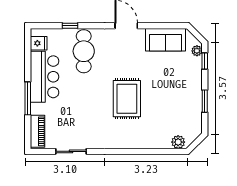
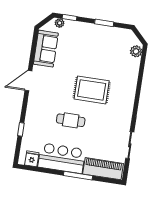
cafe table: (84, 51) -> (71, 120), moved, width x0.73, depth x0.74
piano: (38, 131) -> (103, 169), width x1.37, depth x1.33

